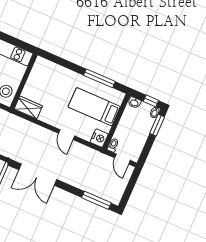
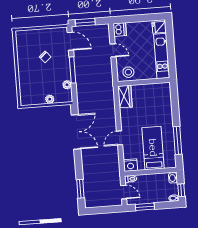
window: (157, 125) -> (145, 207), moved
door: (122, 159) -> (124, 192), swing flipped
double door: (38, 175) -> (76, 132), swing flipped
window: (96, 200) -> (80, 189), width x0.69

